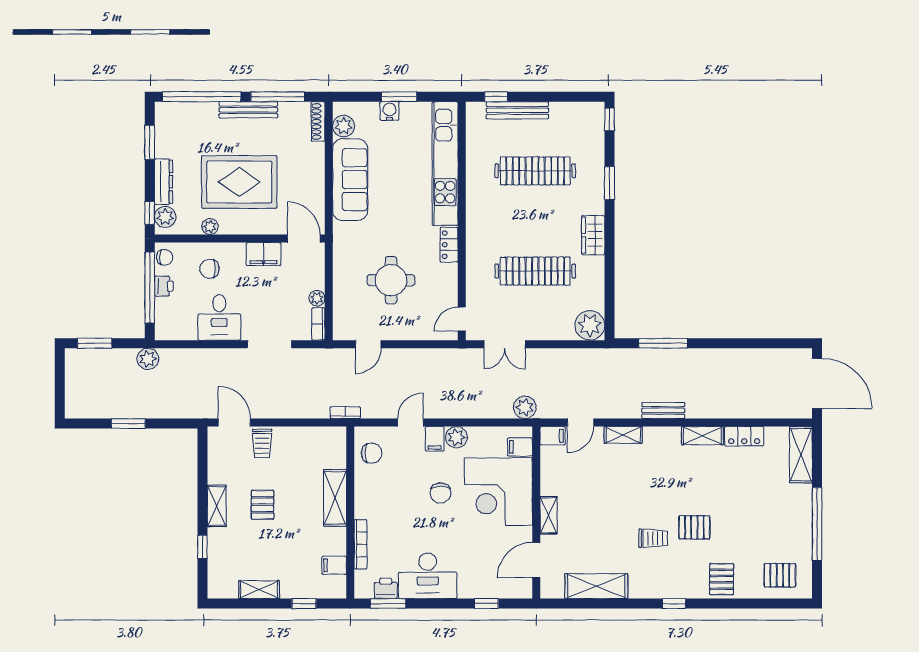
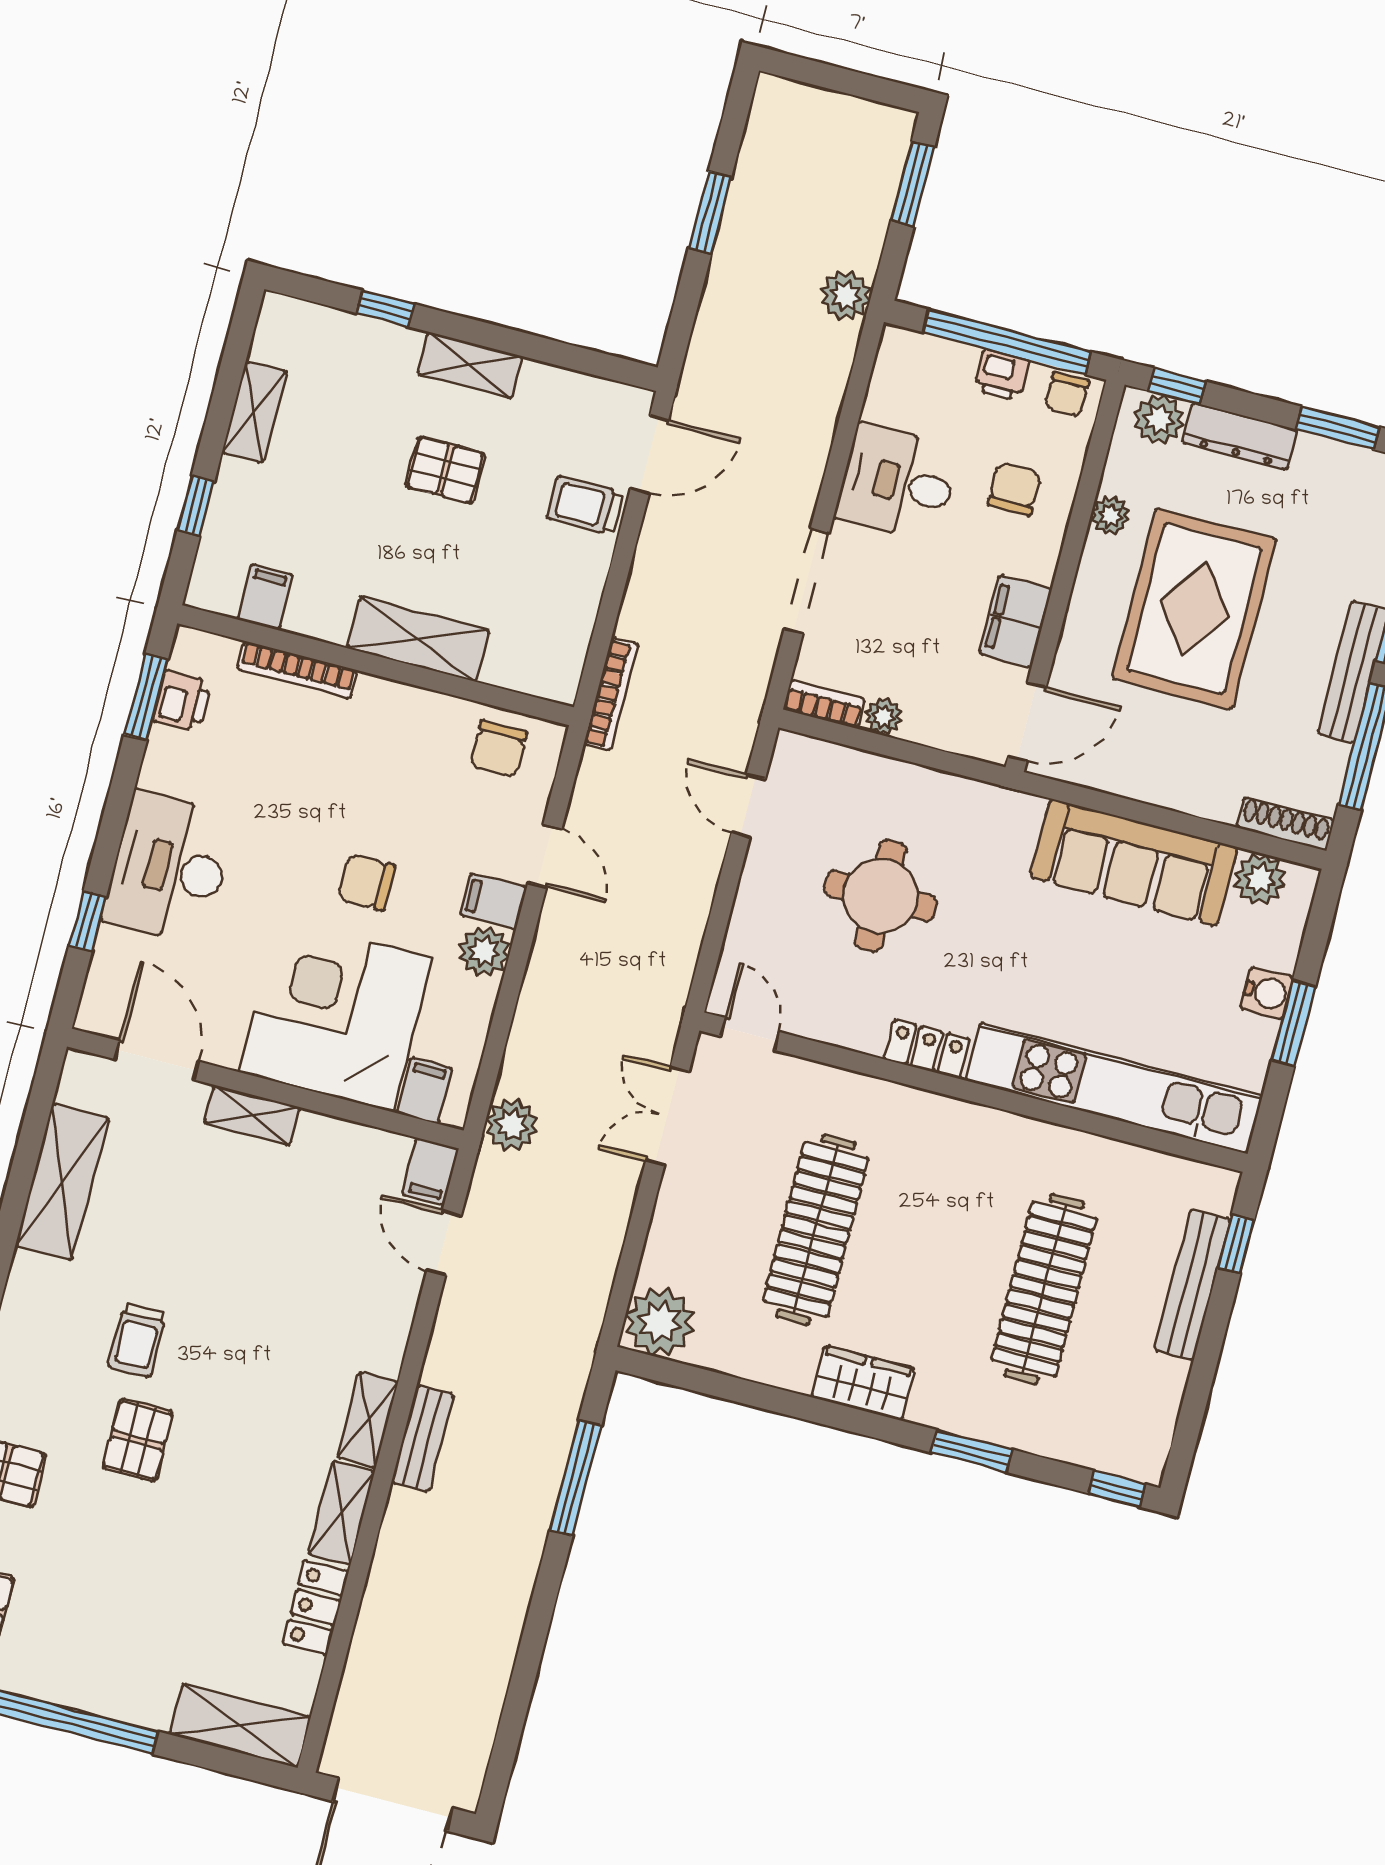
bookcase: (345, 413) -> (611, 694), width x1.56
shelving: (623, 435) -> (368, 1420), moved
desk: (428, 576) -> (169, 868), moved

